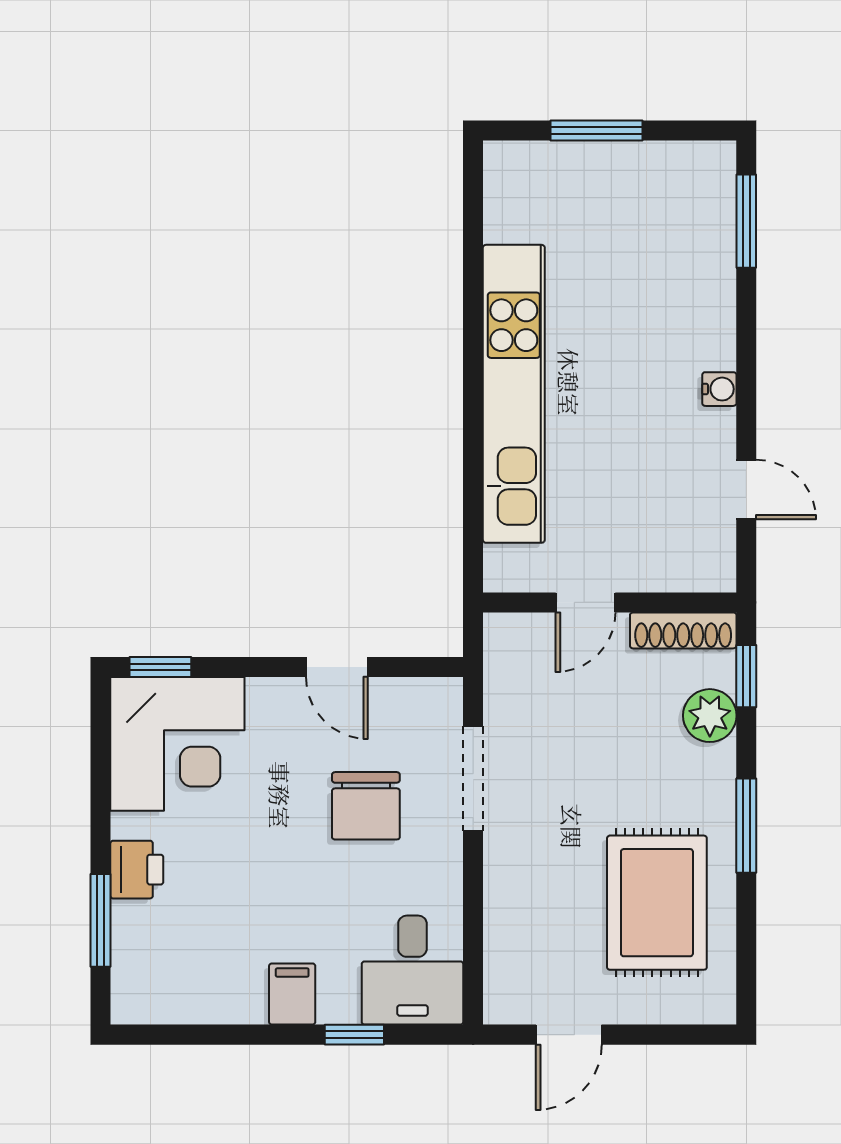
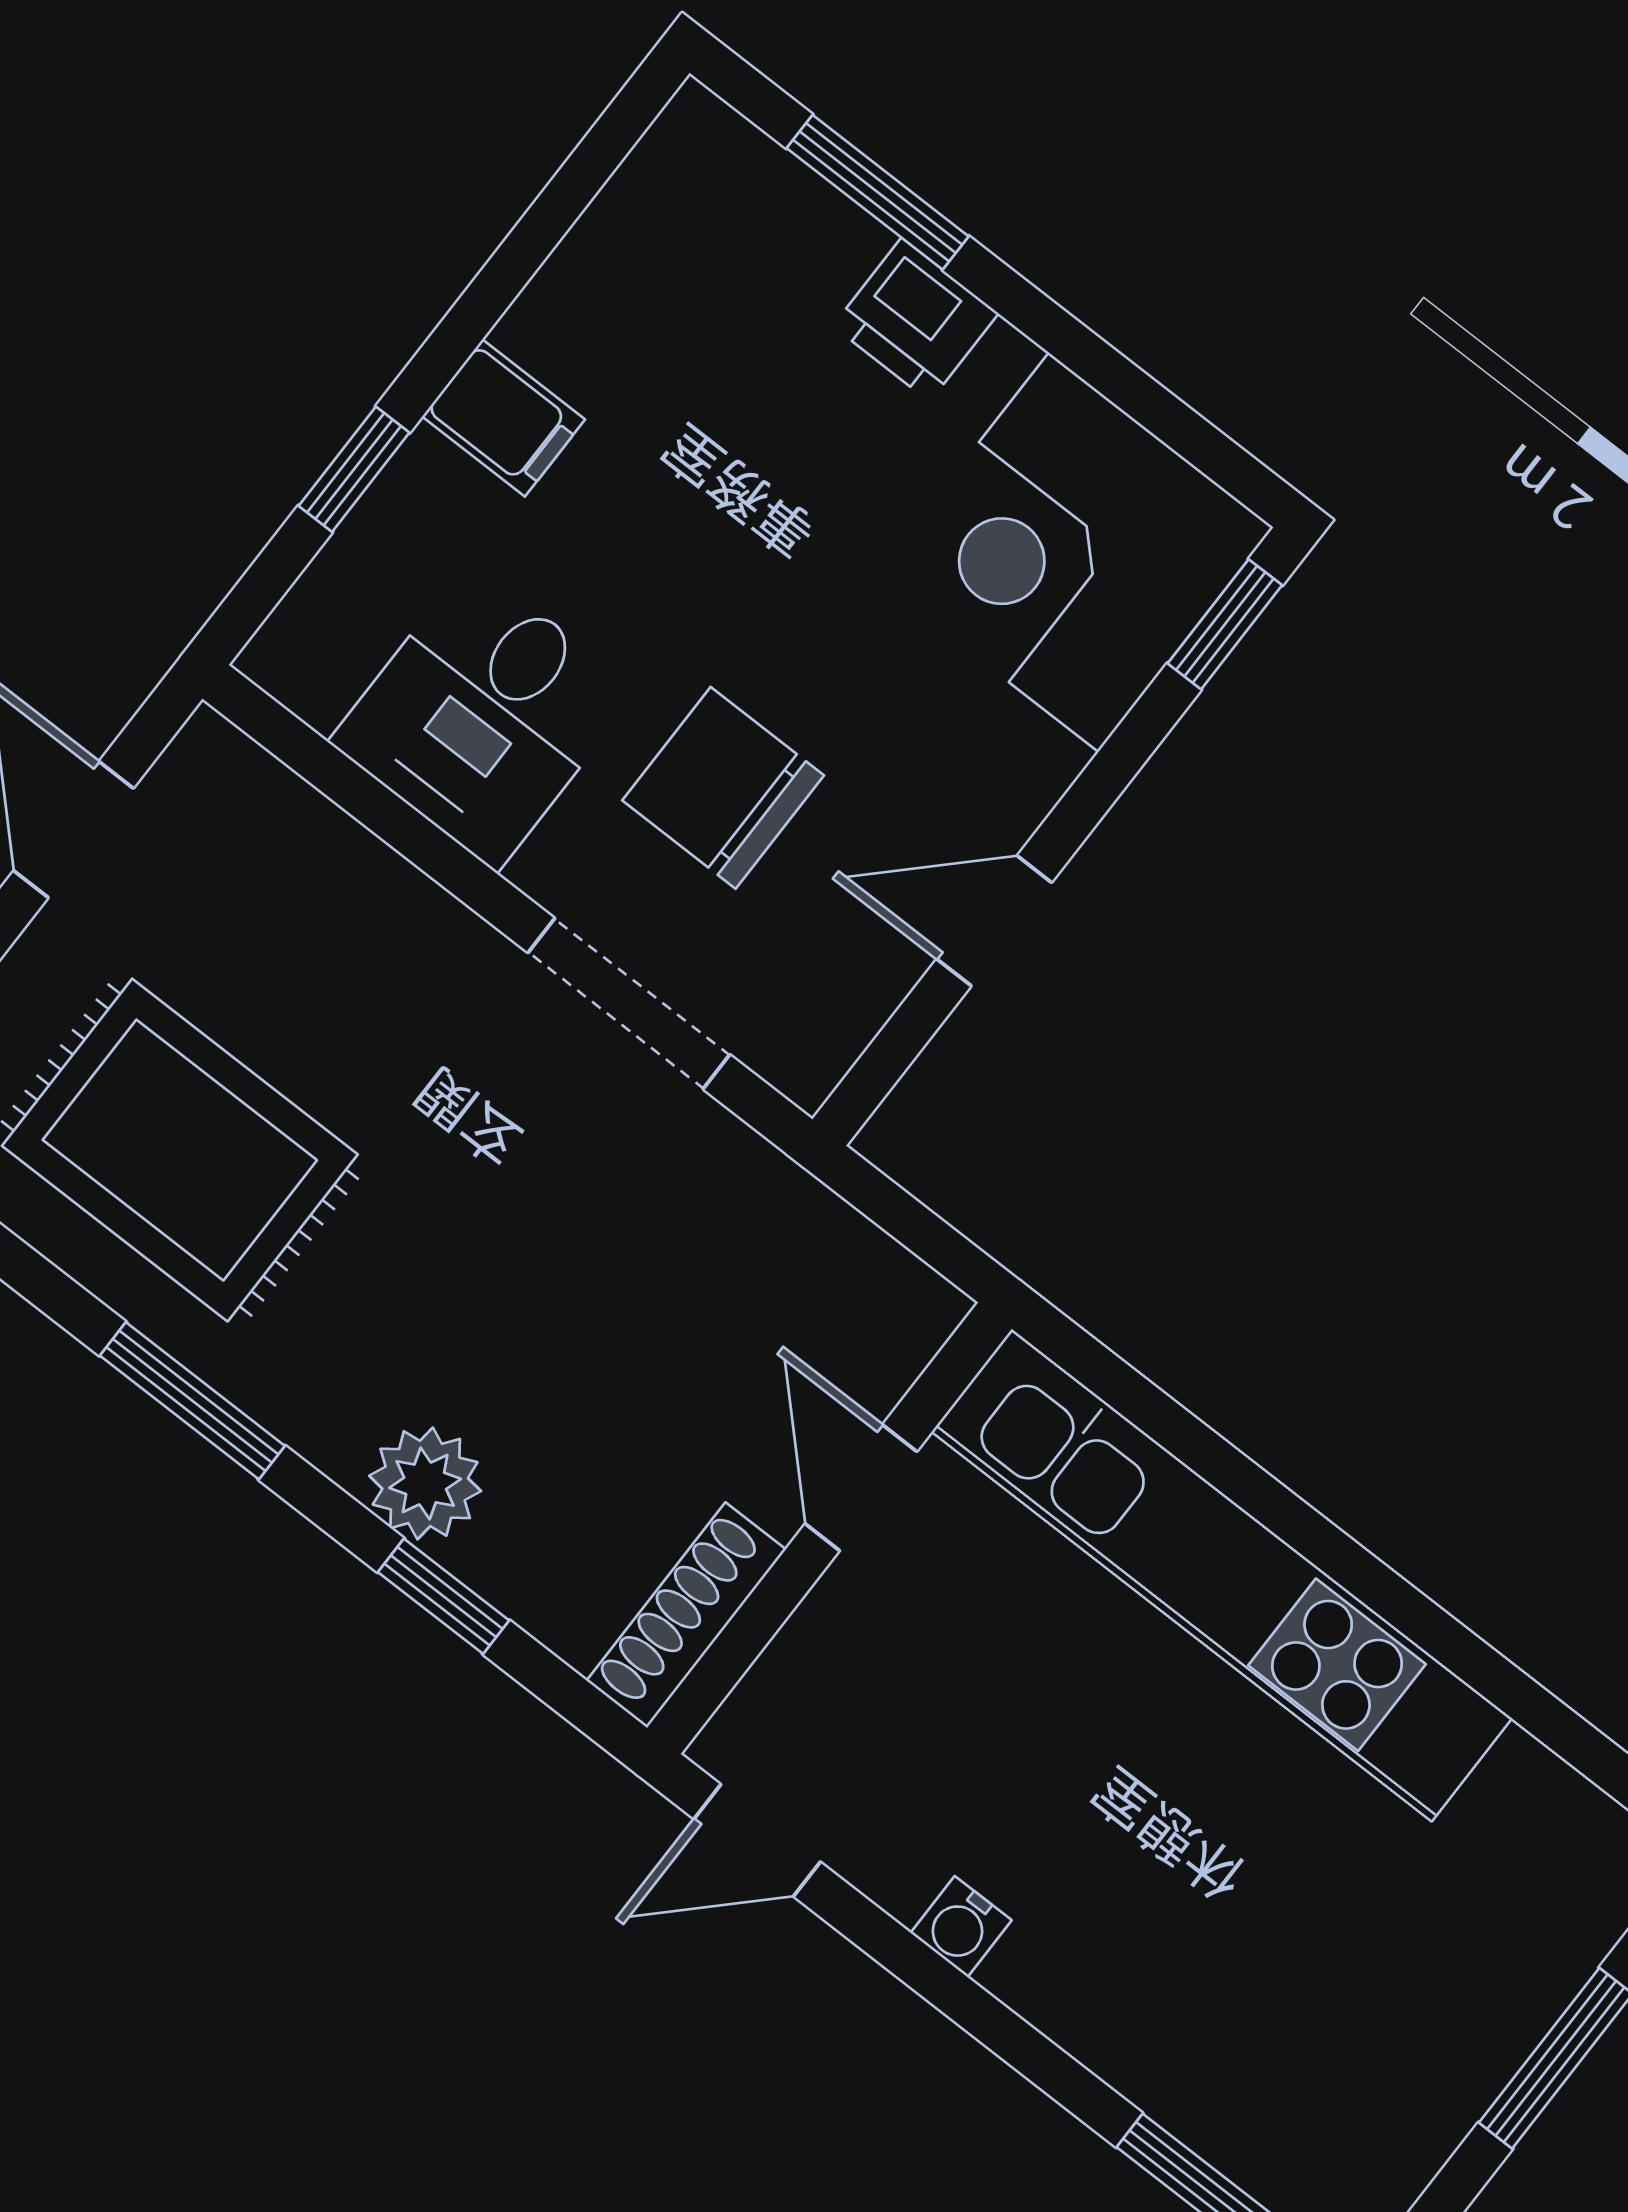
door: (585, 602) -> (861, 1488), moved
wall: (610, 602) -> (829, 1528), moved
shoe rack: (683, 630) -> (686, 1615), moved
desk: (412, 970) -> (483, 716), moved, turned -90

